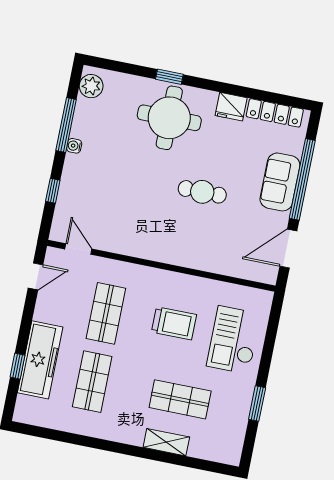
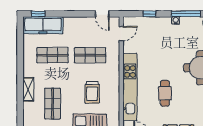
kitchen unit: (178, 253) -> (130, 87), added
freezer: (40, 360) -> (43, 25), moved
window: (17, 366) -> (38, 14), moved
shelving: (166, 442) -> (28, 89), moved

